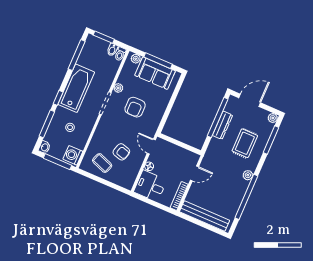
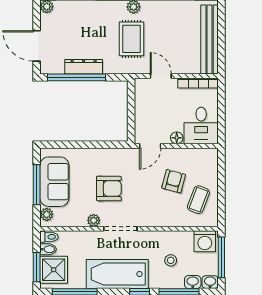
shower: (97, 48) -> (54, 270), added
washbasin: (49, 136) -> (193, 282), added
rug: (245, 143) -> (132, 39), moved, turned 90

